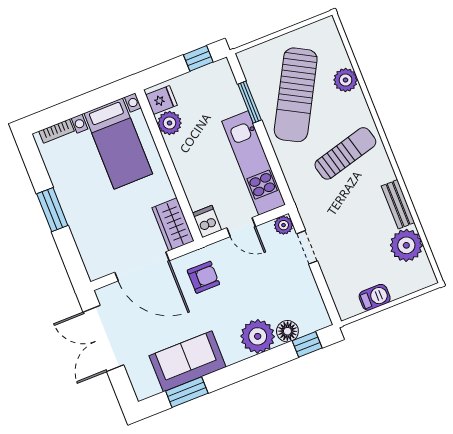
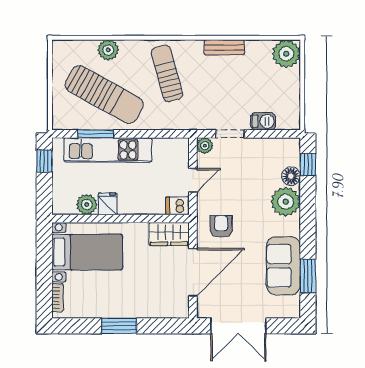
fridge: (161, 100) -> (108, 204), moved
kitchen unit: (254, 163) -> (108, 150), moved
plant: (406, 245) -> (286, 54), moved
barbecue: (375, 297) -> (263, 121), moved, turned 90

